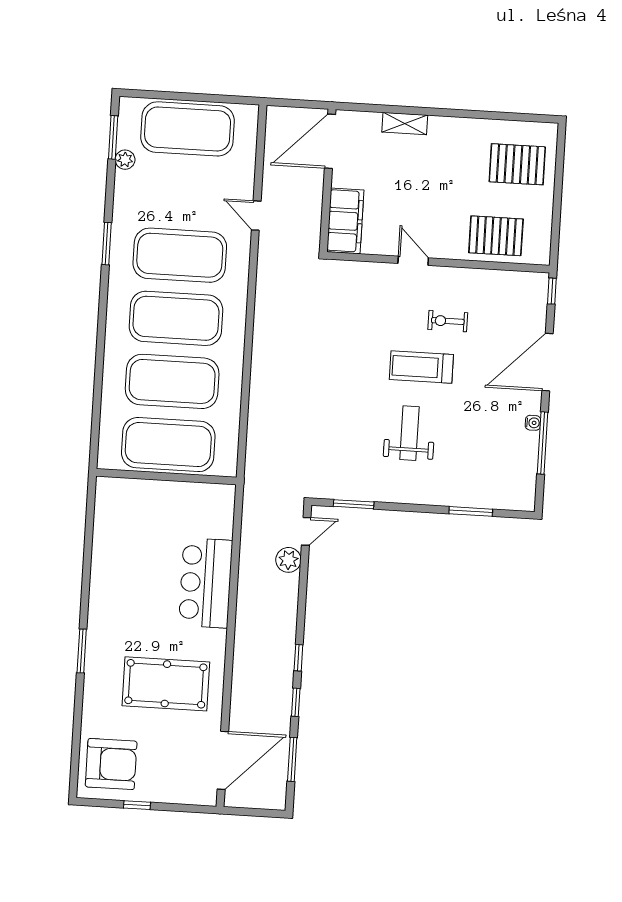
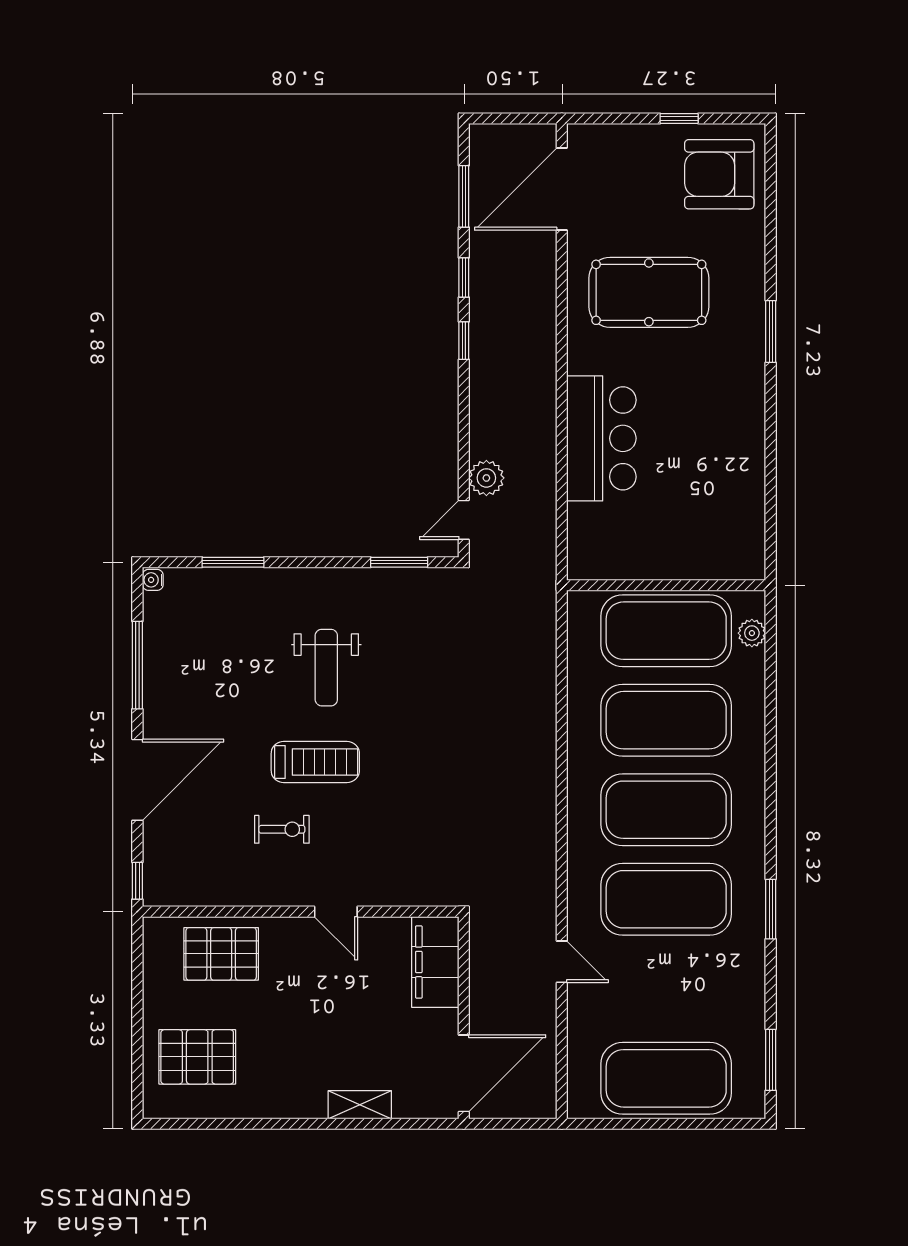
plant: (125, 160) -> (752, 633), moved
water cooler: (533, 423) -> (153, 580), moved

